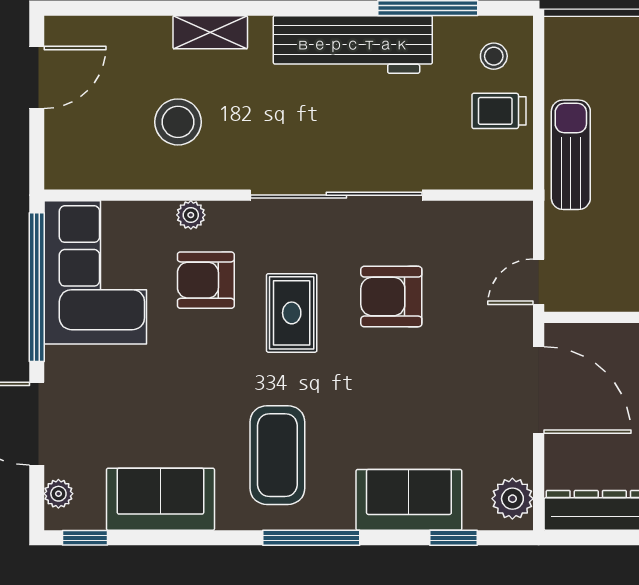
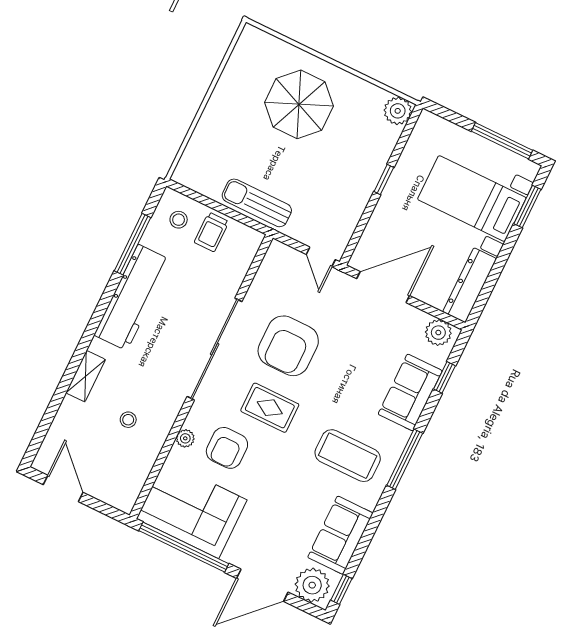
stool: (178, 122) -> (128, 420), width x0.53, depth x0.53
armchair: (391, 297) -> (288, 346), width x1.36, depth x1.36
plant: (58, 494) -> (312, 585), width x1.87, depth x1.87

